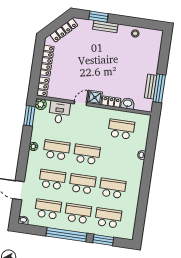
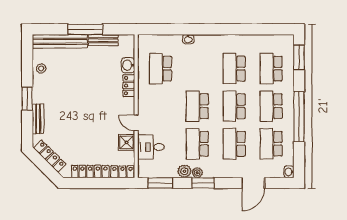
window: (98, 17) -> (27, 99), moved
bench: (105, 27) -> (38, 119), moved
bench: (155, 52) -> (60, 41), added
window: (159, 88) -> (85, 29), moved
shower: (95, 97) -> (126, 142), moved
plant: (41, 104) -> (184, 171), moved
window: (24, 150) -> (203, 183), added
window: (103, 240) -> (299, 57), moved

